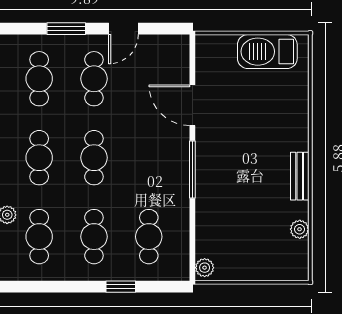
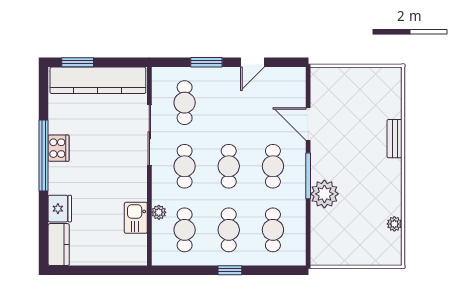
barbecue: (267, 52) -> (368, 81), removed
cafe table: (94, 79) -> (273, 166), moved
bench: (300, 176) -> (395, 139), moved
plant: (205, 268) -> (324, 194), moved, width x1.88, depth x1.88
window: (121, 287) -> (230, 270), moved

